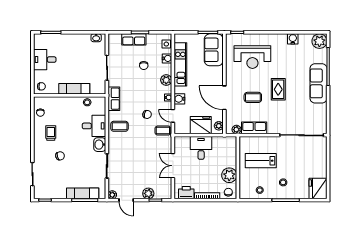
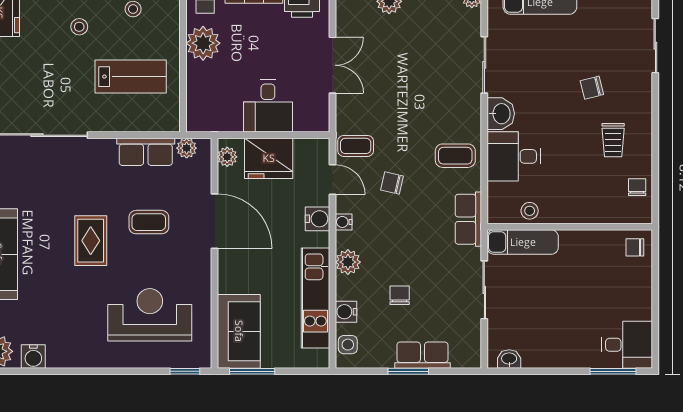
water cooler: (293, 39) -> (33, 356), moved
desk: (45, 60) -> (627, 345), moved
exam couch: (74, 89) -> (523, 242), moved

